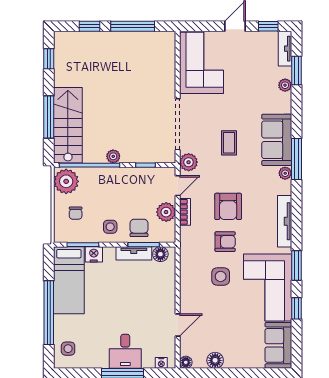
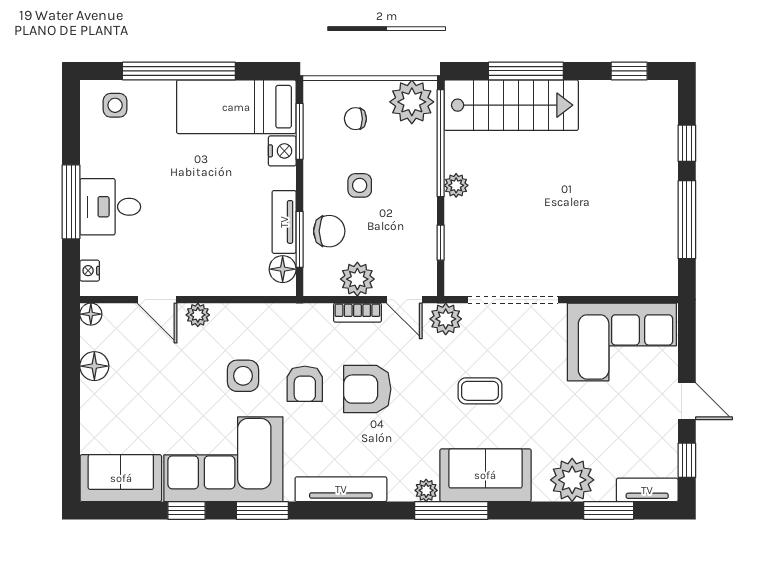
plant: (285, 85) -> (572, 480), width x1.88, depth x1.88
side table: (110, 227) -> (360, 185), moved
plant: (186, 302) -> (198, 315), added

